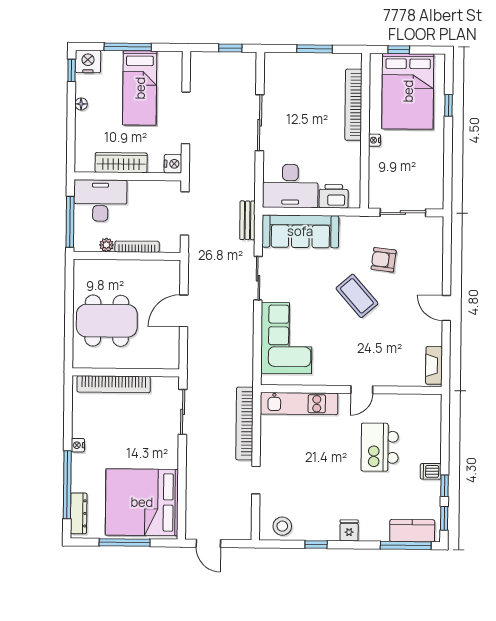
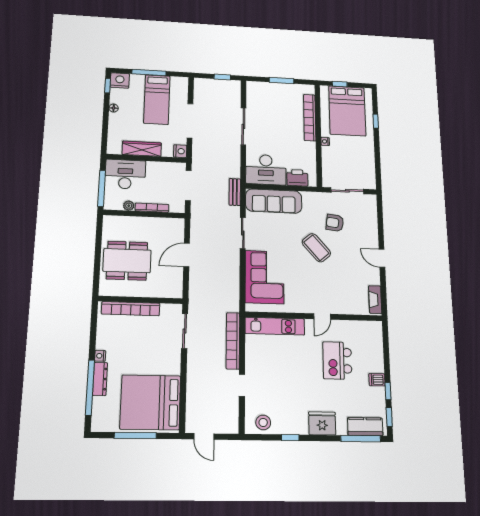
dresser: (79, 513) -> (100, 379), moved
fridge: (349, 530) -> (322, 423), width x1.88, depth x1.34

